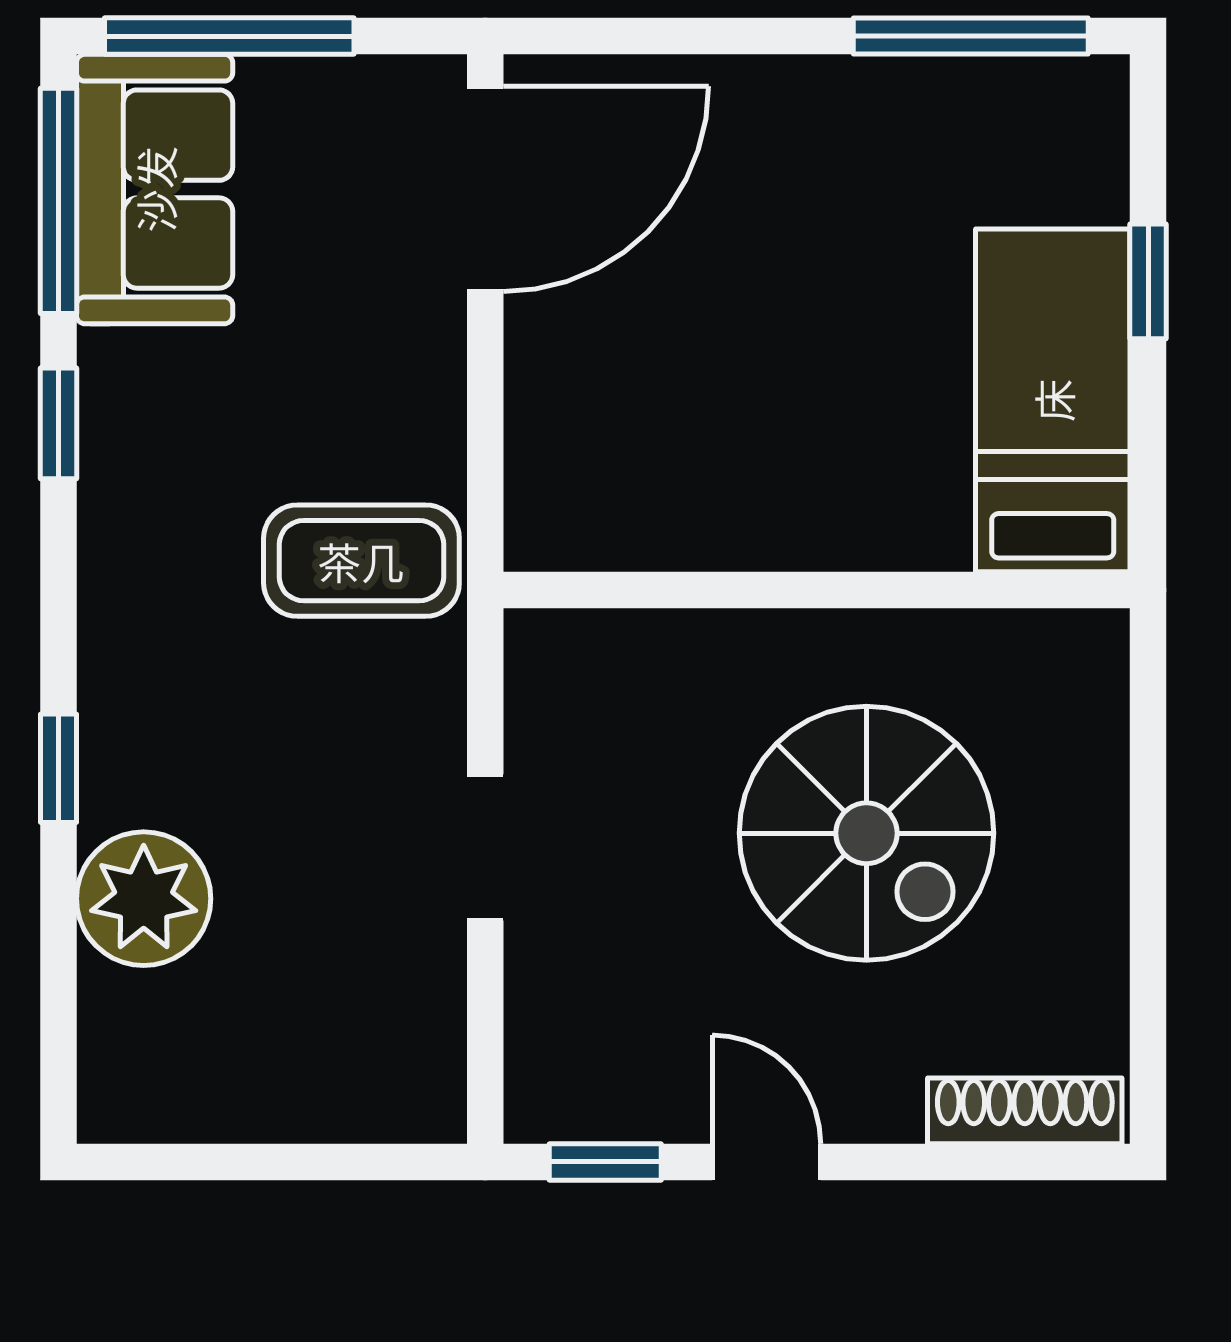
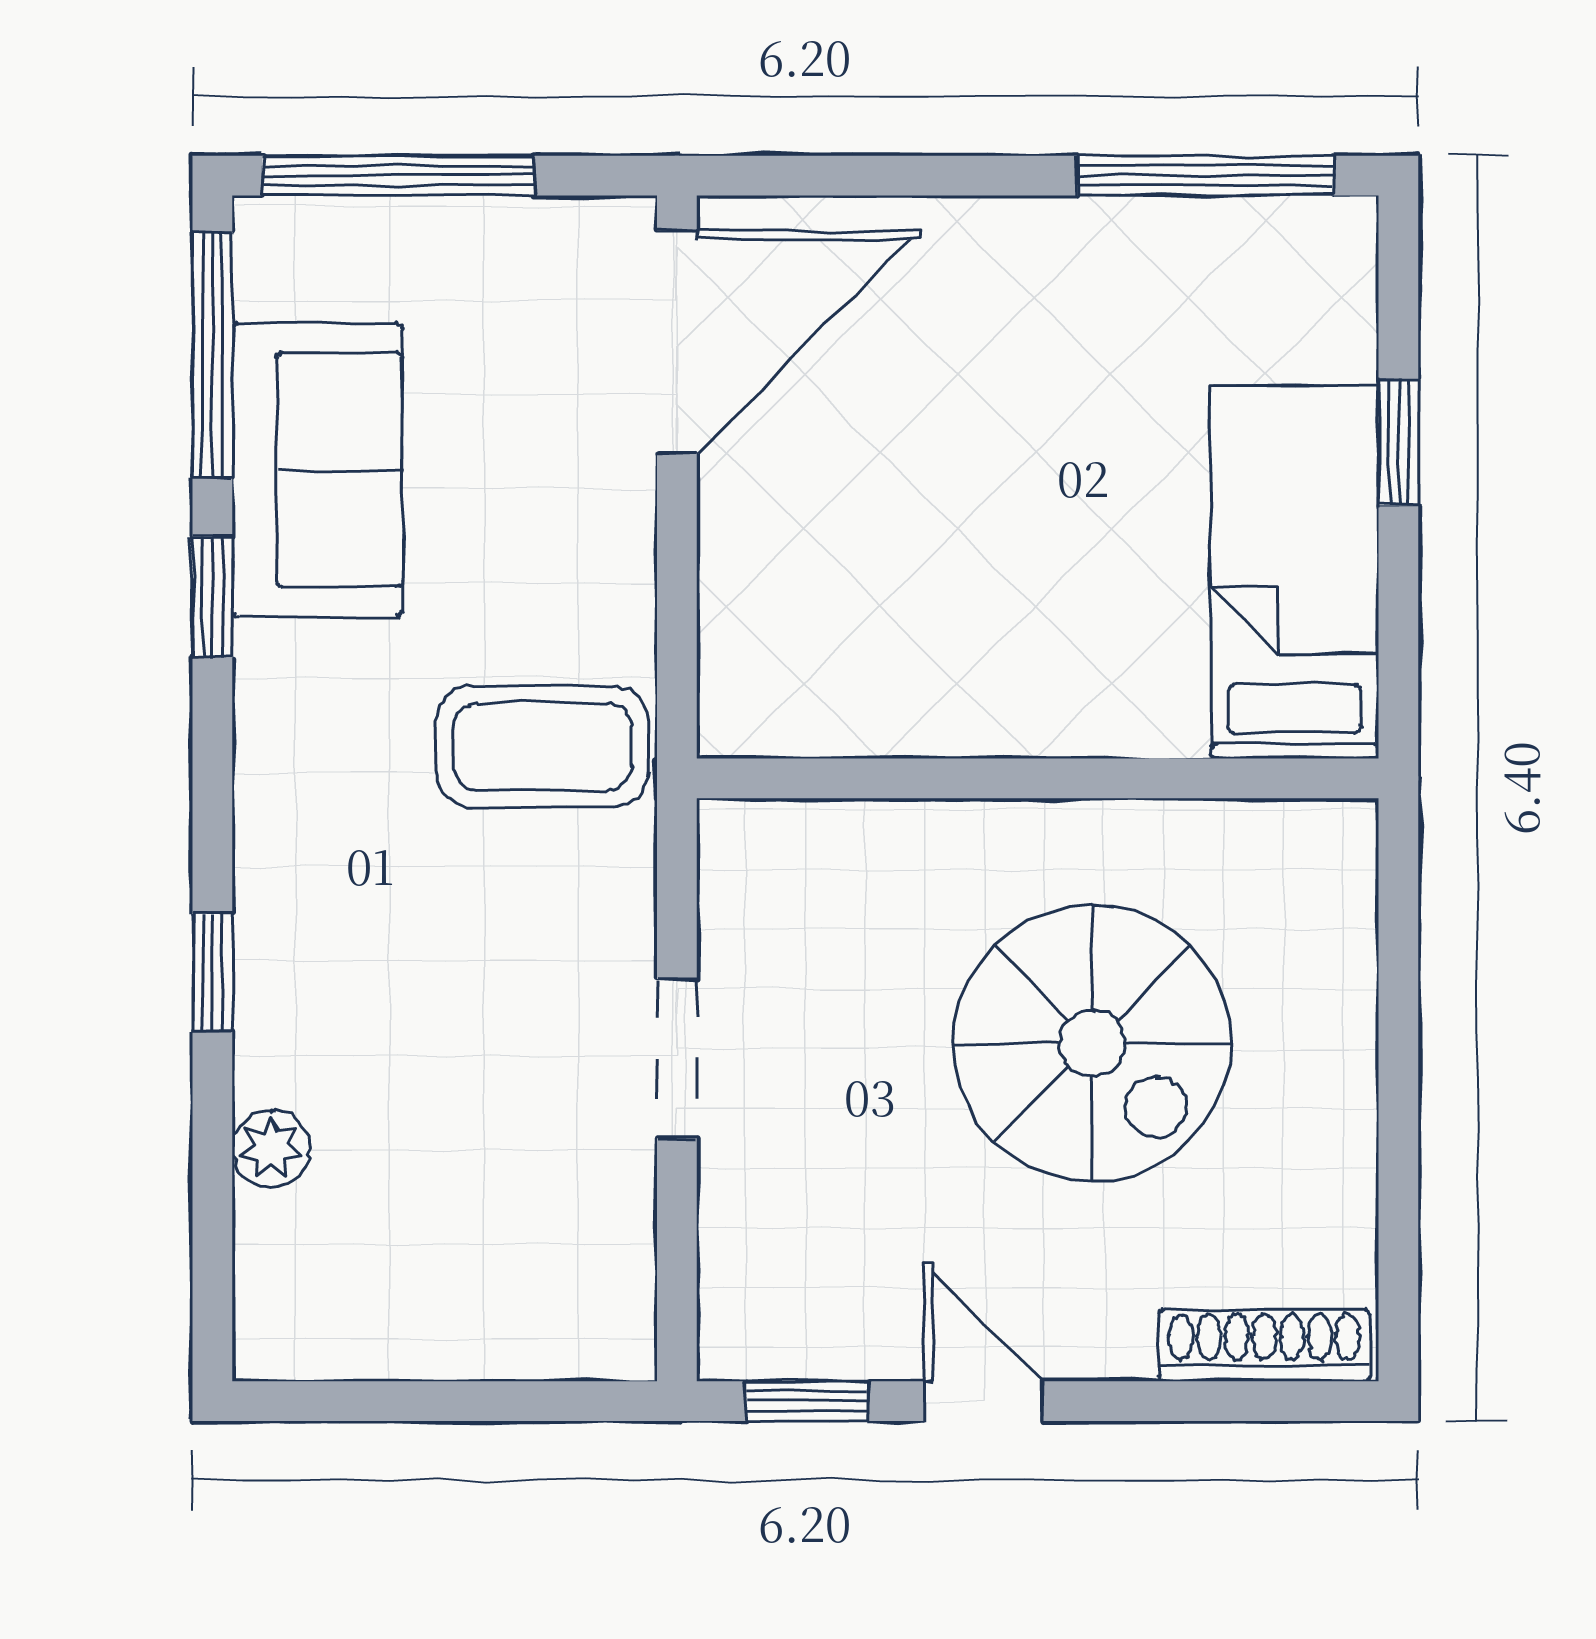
sofa: (155, 189) -> (317, 470), moved
plant: (144, 899) -> (271, 1149), width x0.53, depth x0.53

